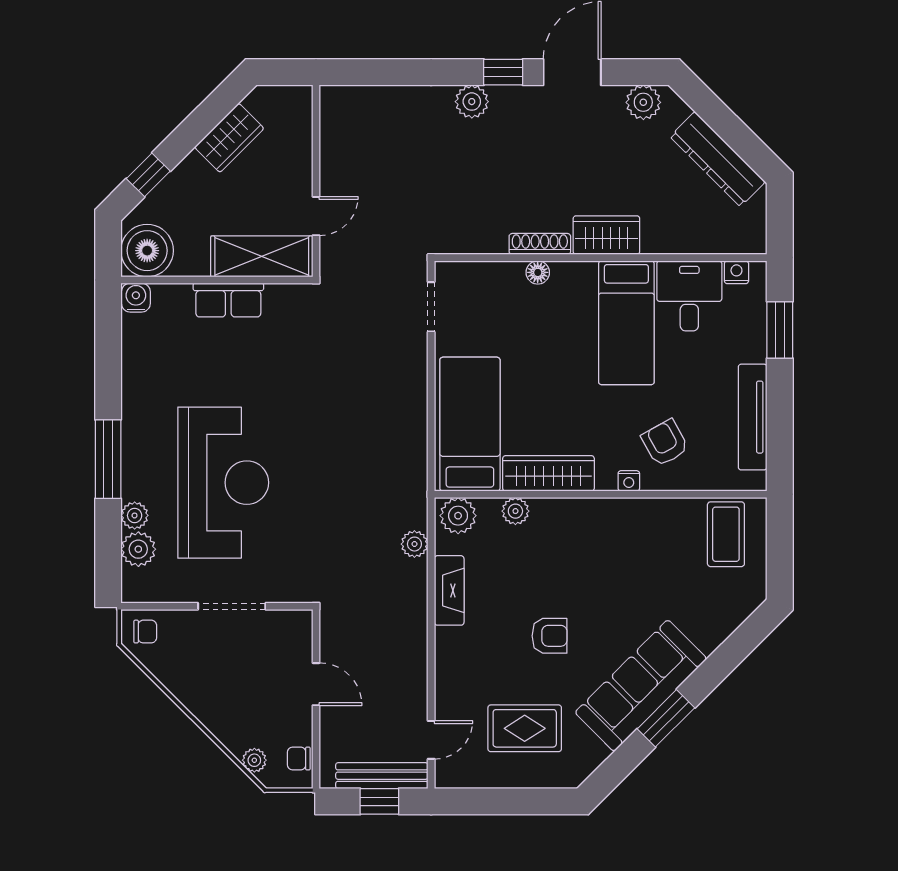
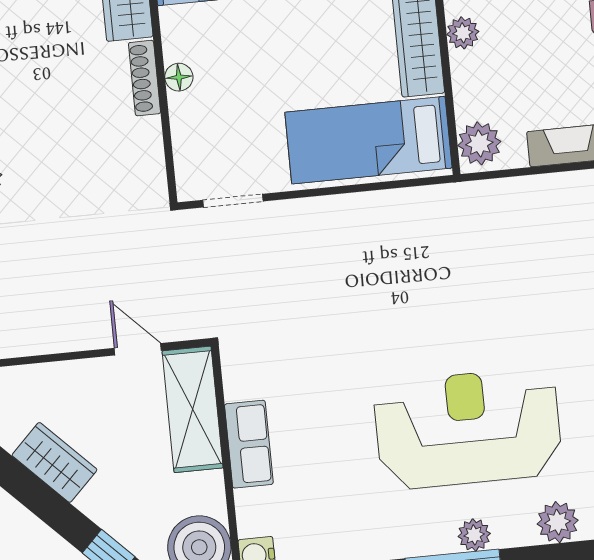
plant: (515, 511) -> (463, 33), moved
plant: (135, 515) -> (474, 535), moved
plant: (414, 544) -> (519, 192), removed

